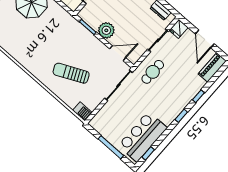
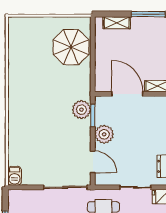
plant: (78, 31) -> (81, 110), added
sun lounger: (71, 73) -> (39, 136), removed

